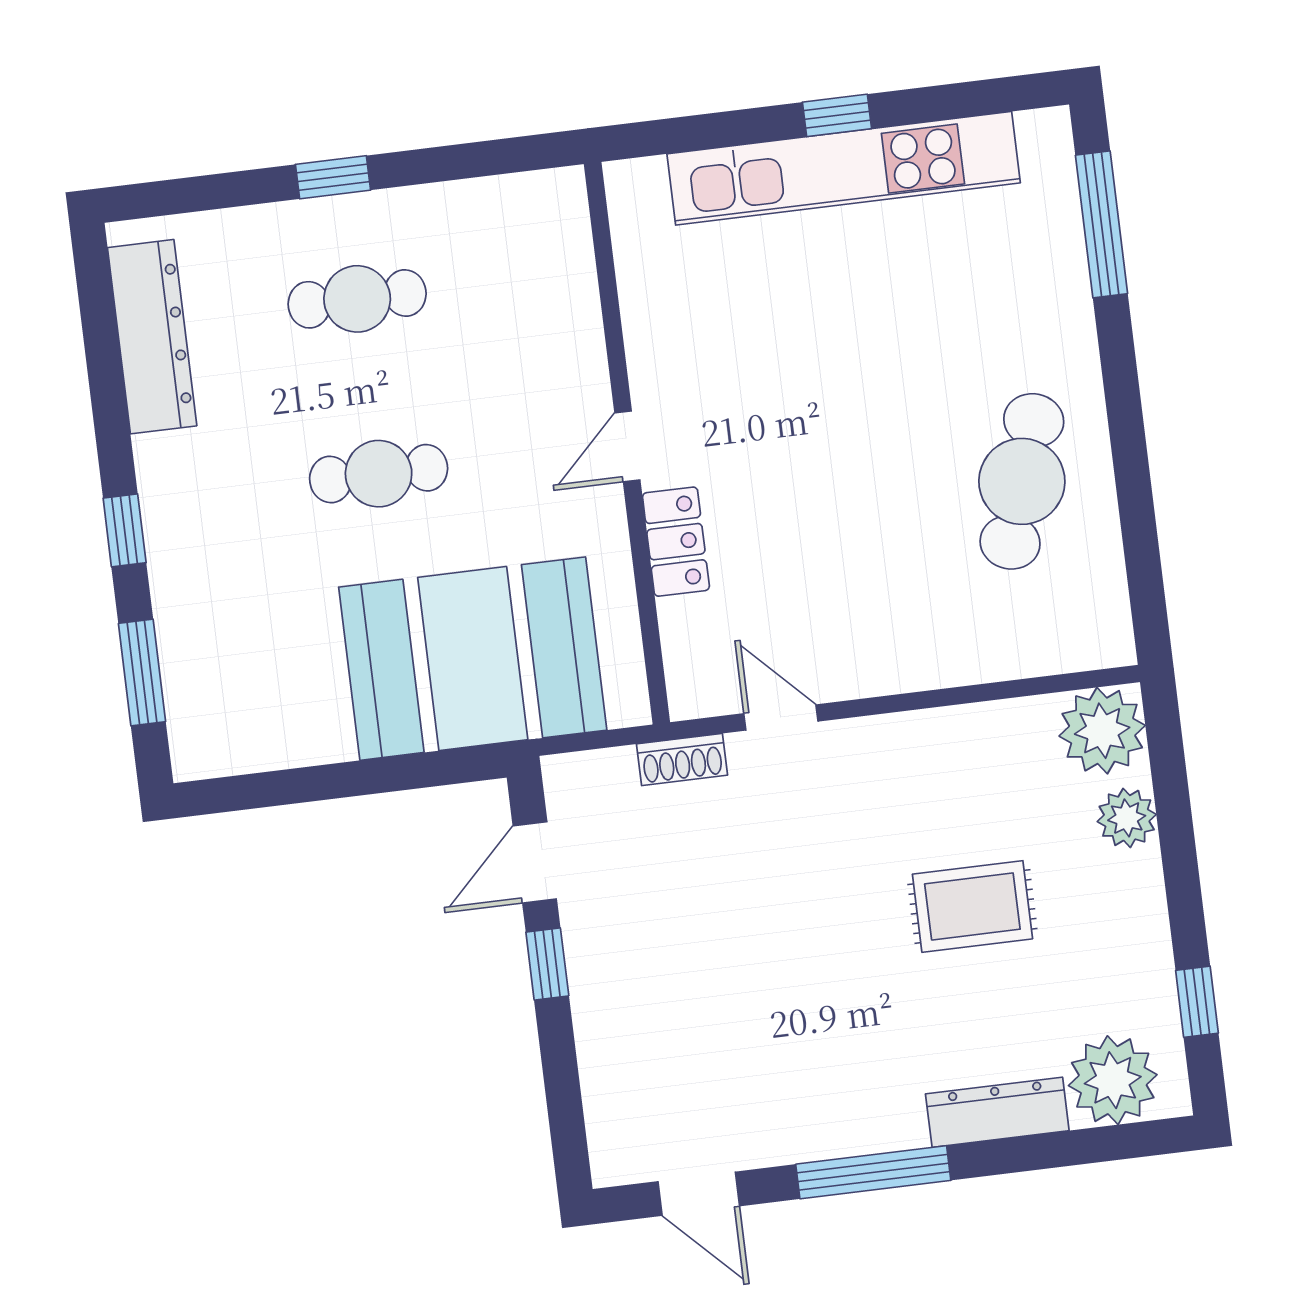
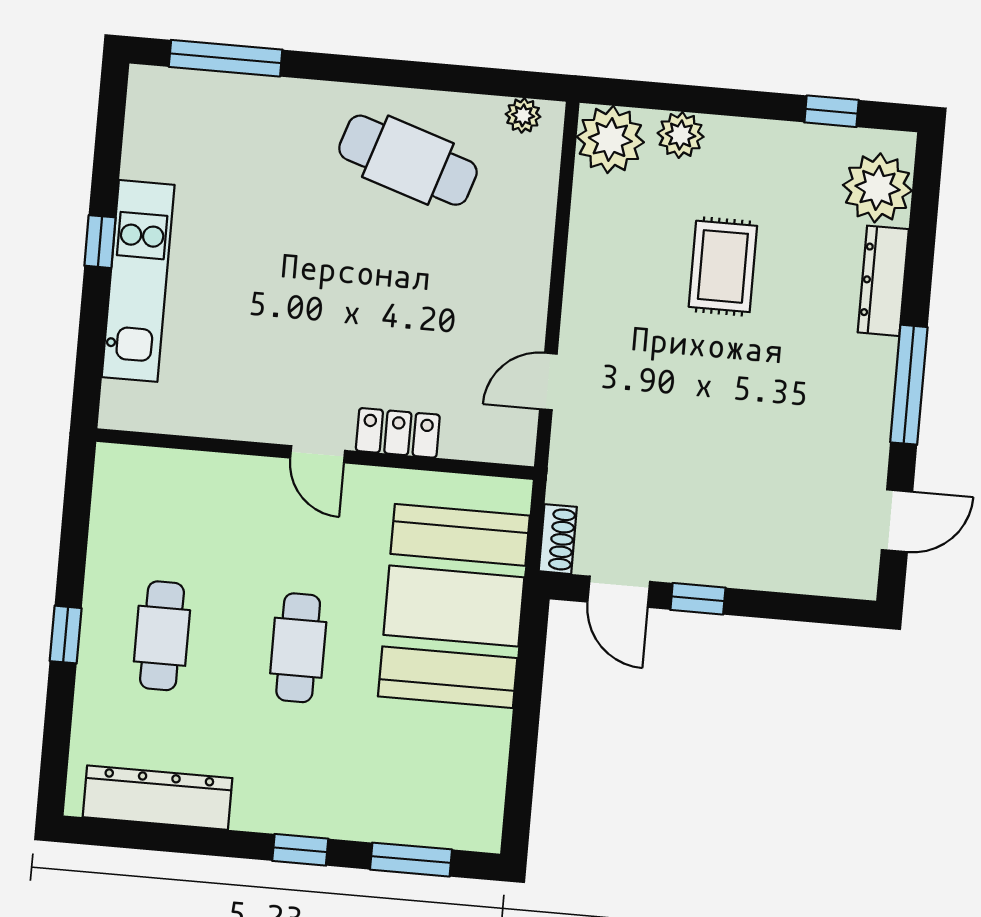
kitchen unit: (844, 168) -> (138, 281), width x0.73
plant: (1109, 614) -> (523, 115), added
shoe rack: (682, 760) -> (558, 539), moved

